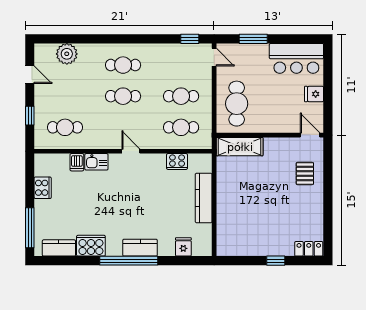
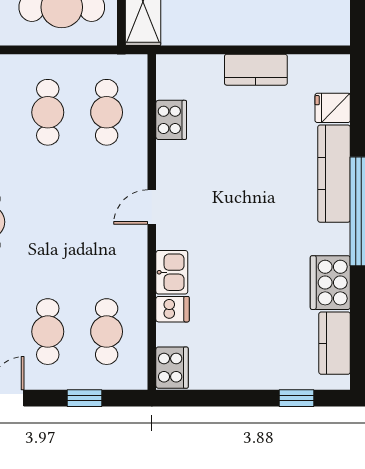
cafe table: (123, 96) -> (48, 332), moved
cooker: (43, 188) -> (172, 368), moved, turned 90
kitchen counter: (204, 198) -> (256, 70), width x0.67
window: (30, 228) -> (296, 398), width x0.46
kitchen counter: (140, 248) -> (334, 174), width x1.50

